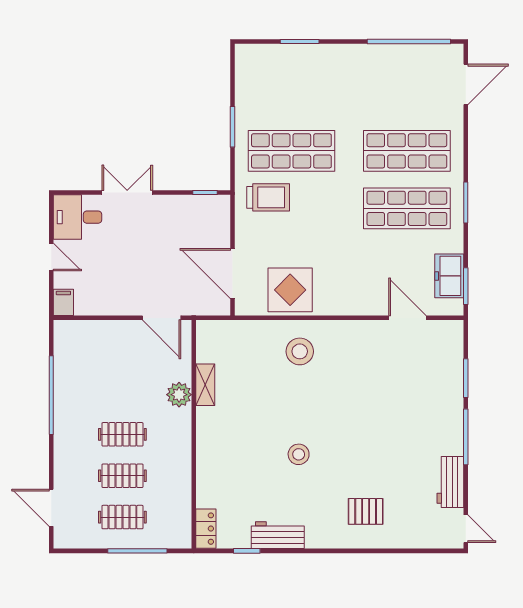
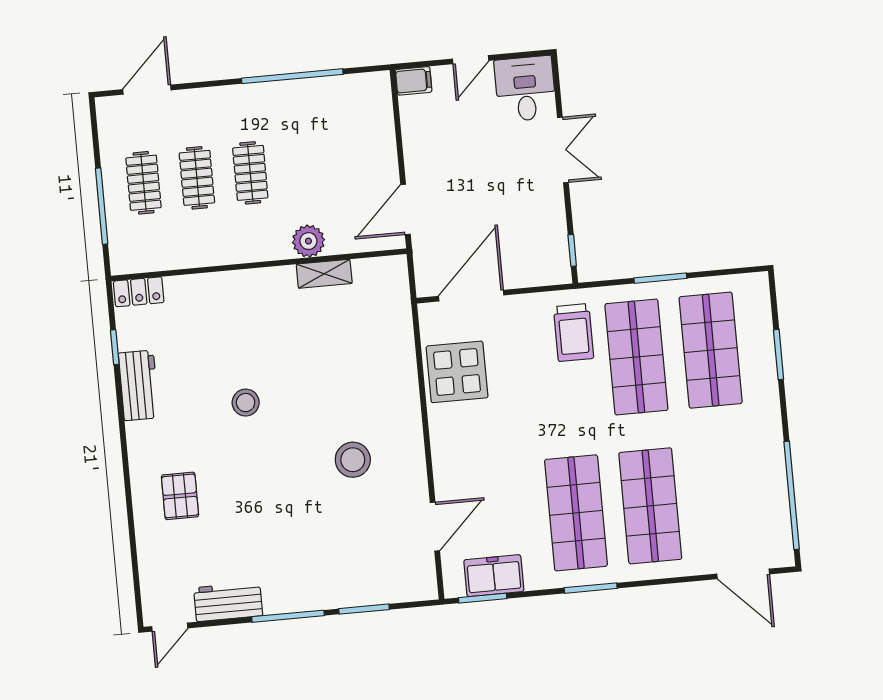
shop shelf: (291, 93) -> (711, 350), added
stool: (300, 351) -> (353, 460), moved

